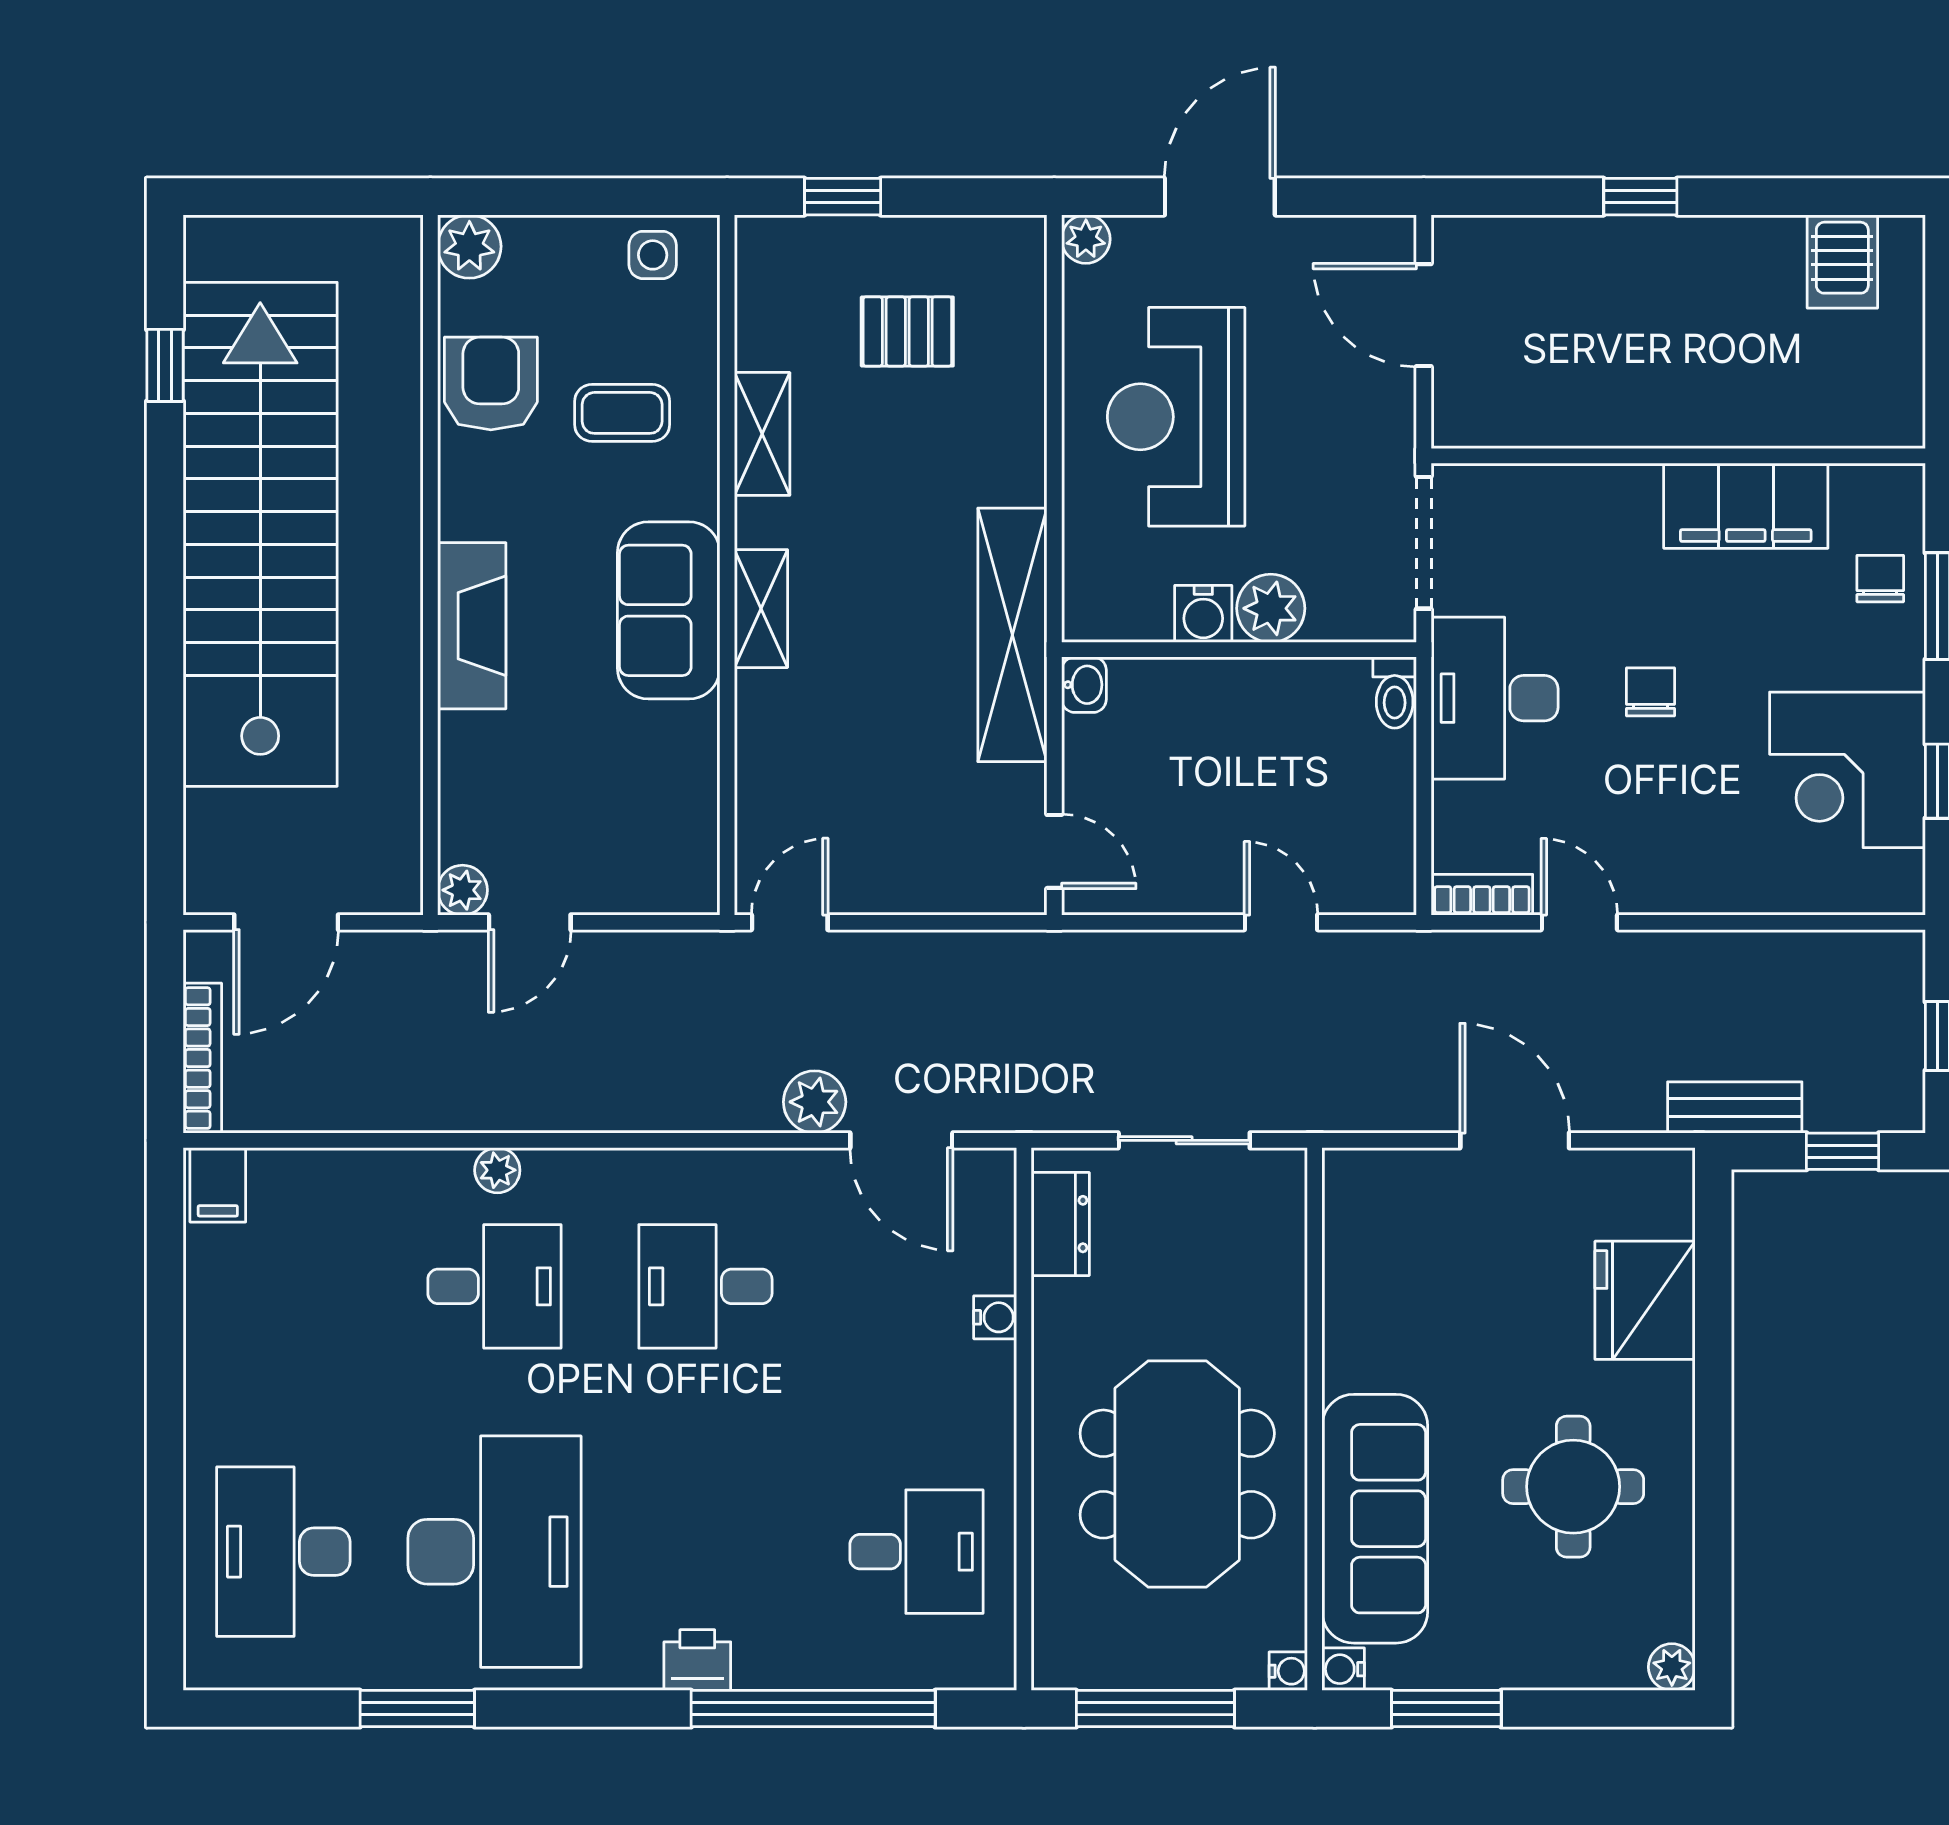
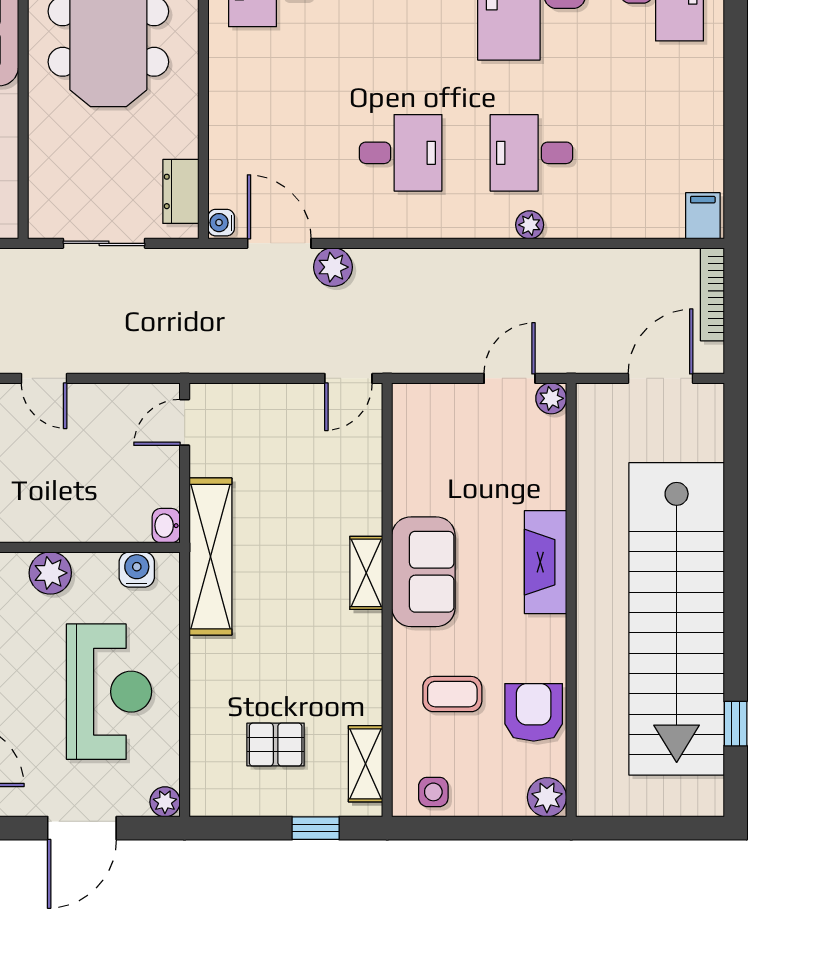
armchair: (491, 383) -> (534, 712), turned 180
shelving: (762, 434) -> (366, 764), moved
water cooler: (1203, 614) -> (137, 570), moved
door: (1054, 851) -> (185, 422), hinge flipped
water cooler: (995, 1317) -> (221, 223), moved

